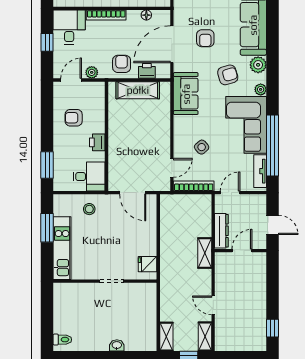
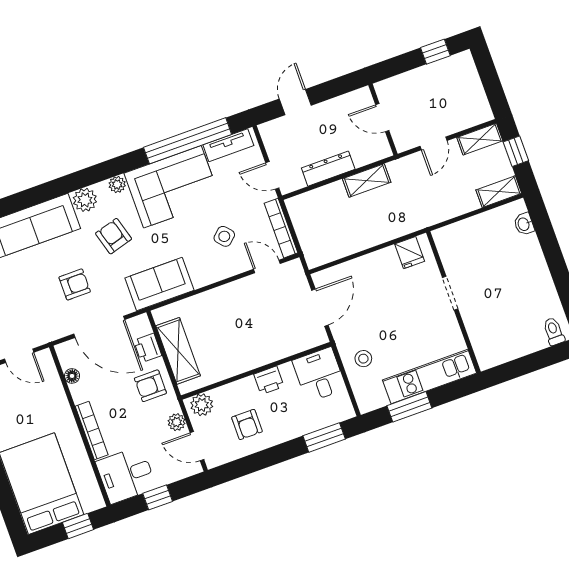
plant: (97, 93) -> (202, 405), added
wall: (241, 251) -> (383, 120), moved
door: (242, 251) -> (382, 118), moved
washbasin: (117, 345) -> (524, 224), moved

